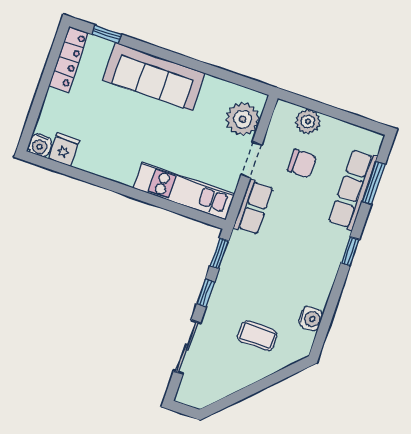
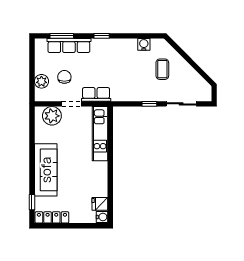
window: (219, 253) -> (126, 104), removed

